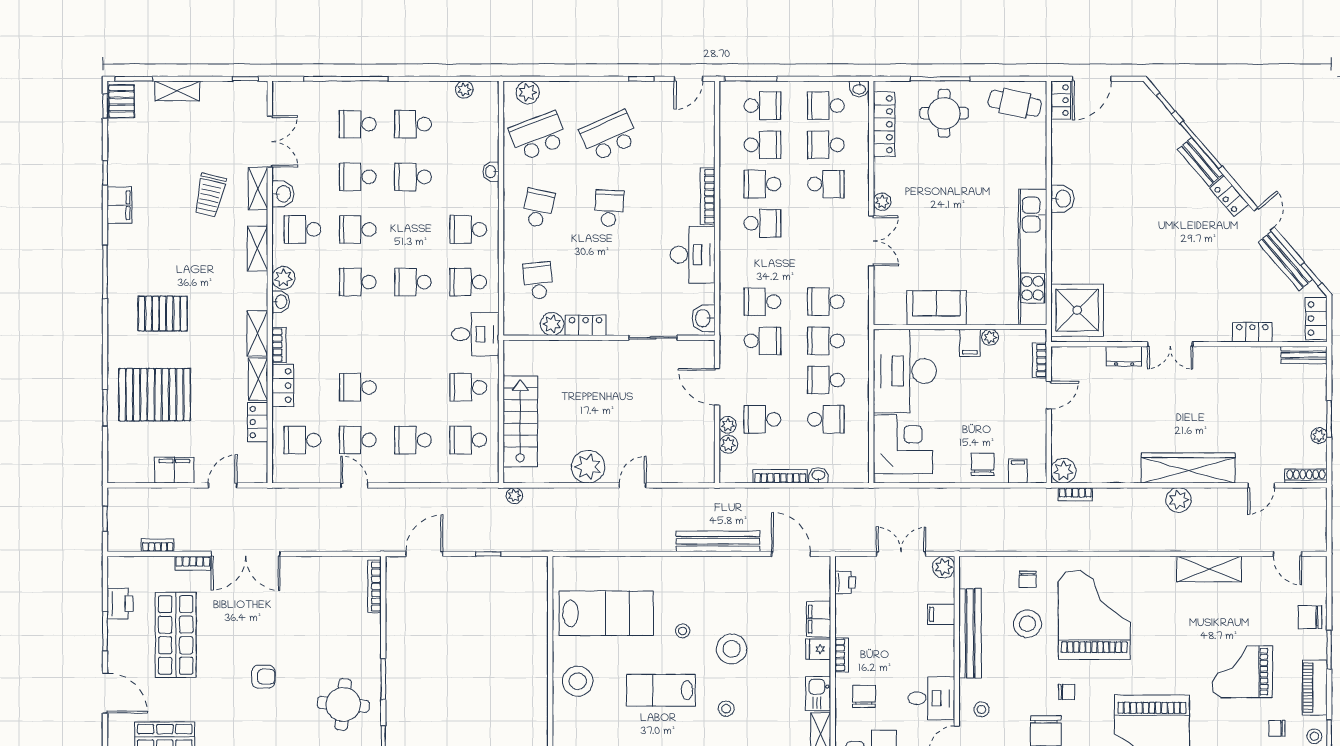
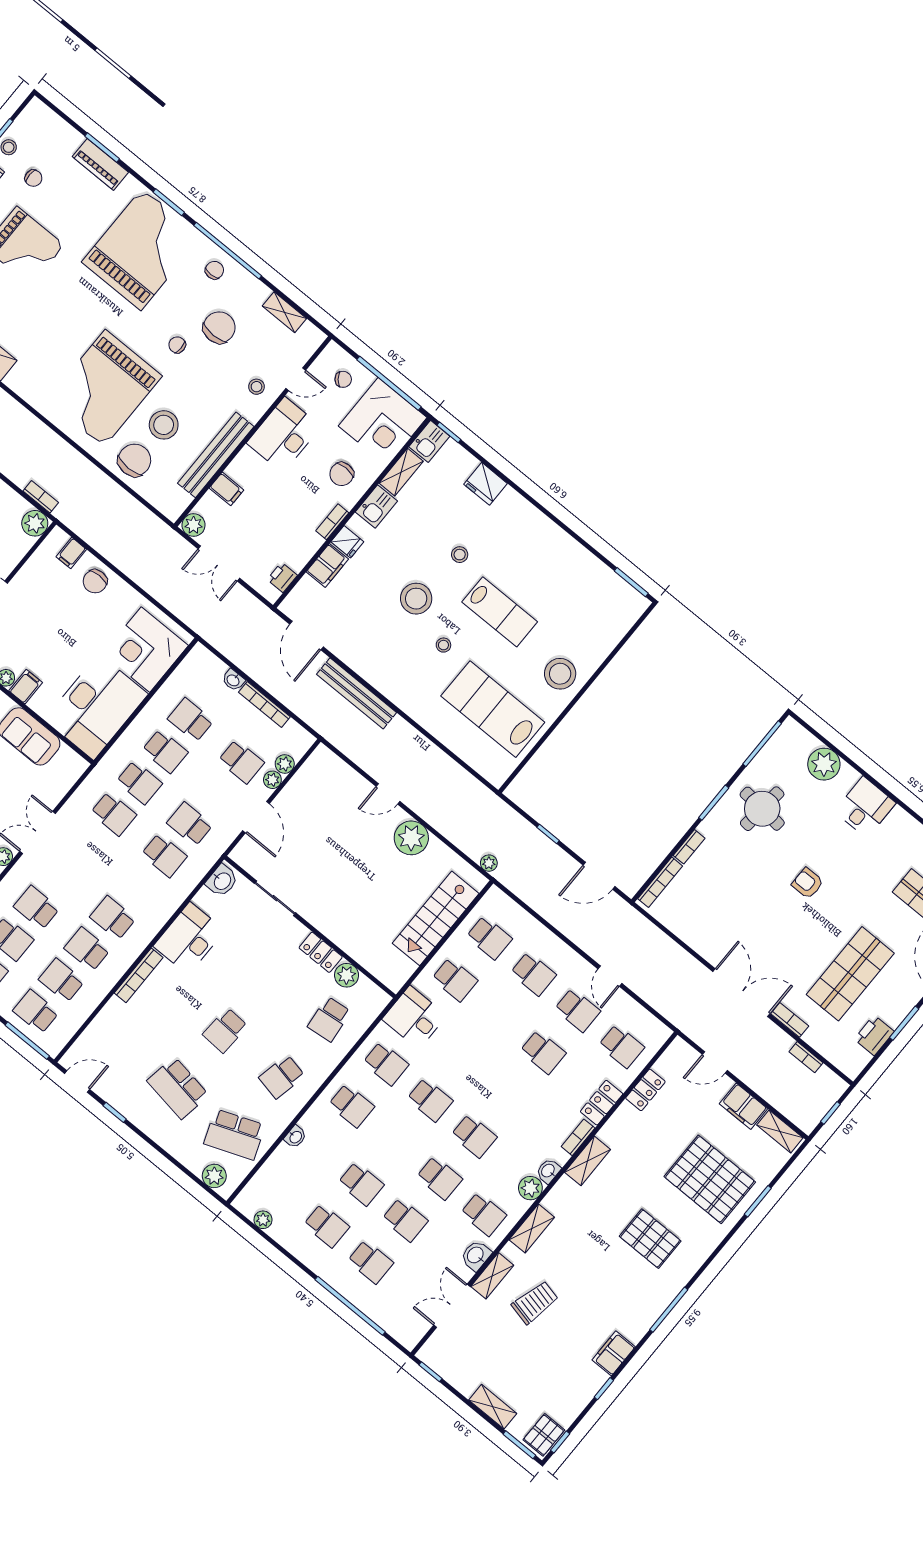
school desk: (609, 136) -> (178, 1088), turned 33
school desk: (762, 184) -> (87, 949), turned 180
shelving: (258, 379) -> (780, 1131), moved, turned 90
chair: (1028, 579) -> (134, 460), width x1.87, depth x1.87
bookcase: (375, 631) -> (689, 847), added
desk: (931, 698) -> (284, 435), width x1.37

